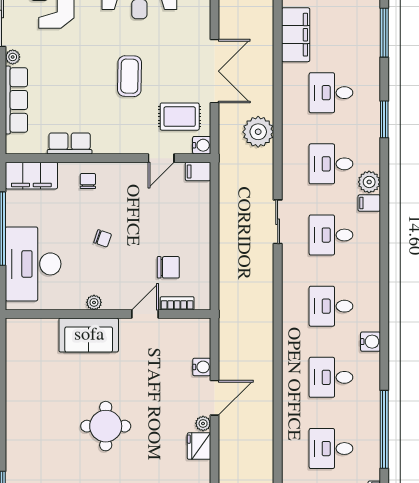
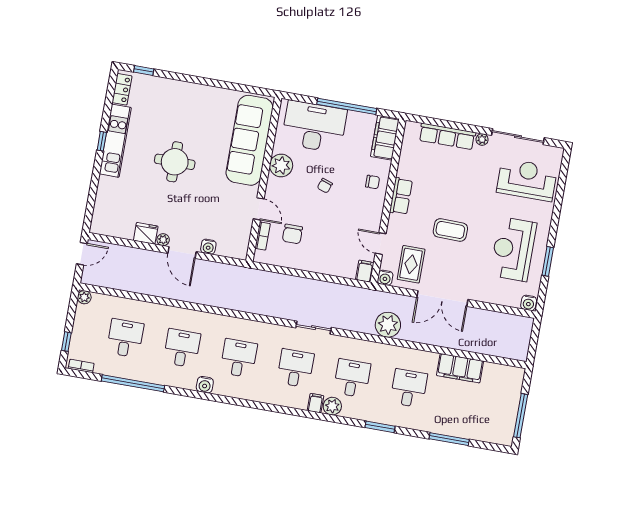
row of seats: (70, 143) -> (401, 196), moved
plant: (94, 302) -> (281, 165), width x1.88, depth x1.88
sofa: (89, 335) -> (250, 140), width x1.85, depth x1.27

